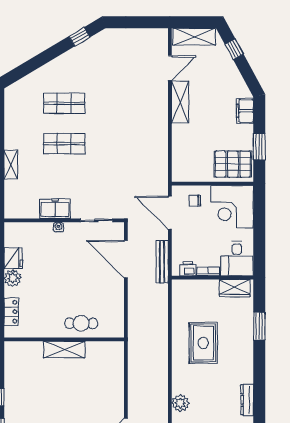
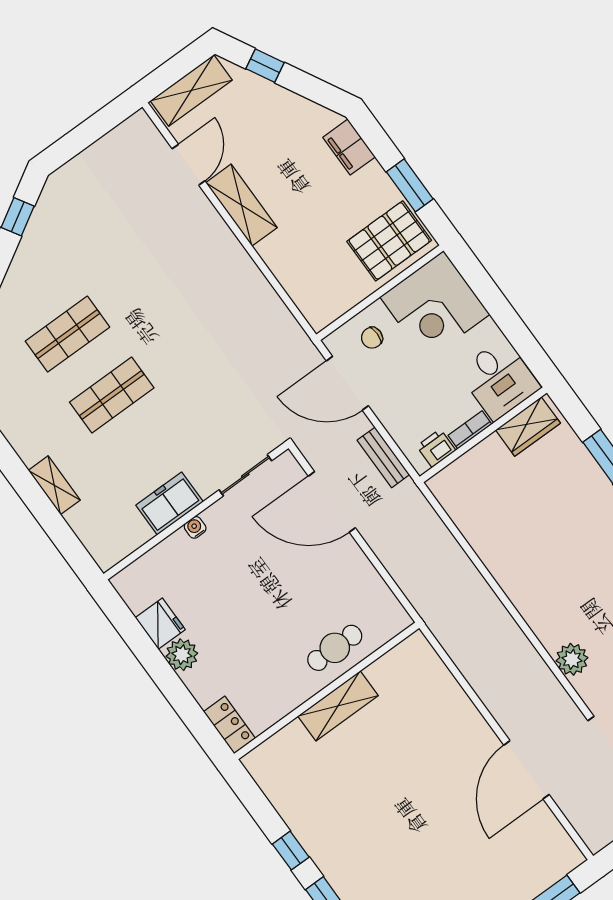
bench: (162, 262) -> (383, 457), width x0.73
locker: (11, 312) -> (229, 725), moved
rug: (203, 343) -> (541, 543), removed

